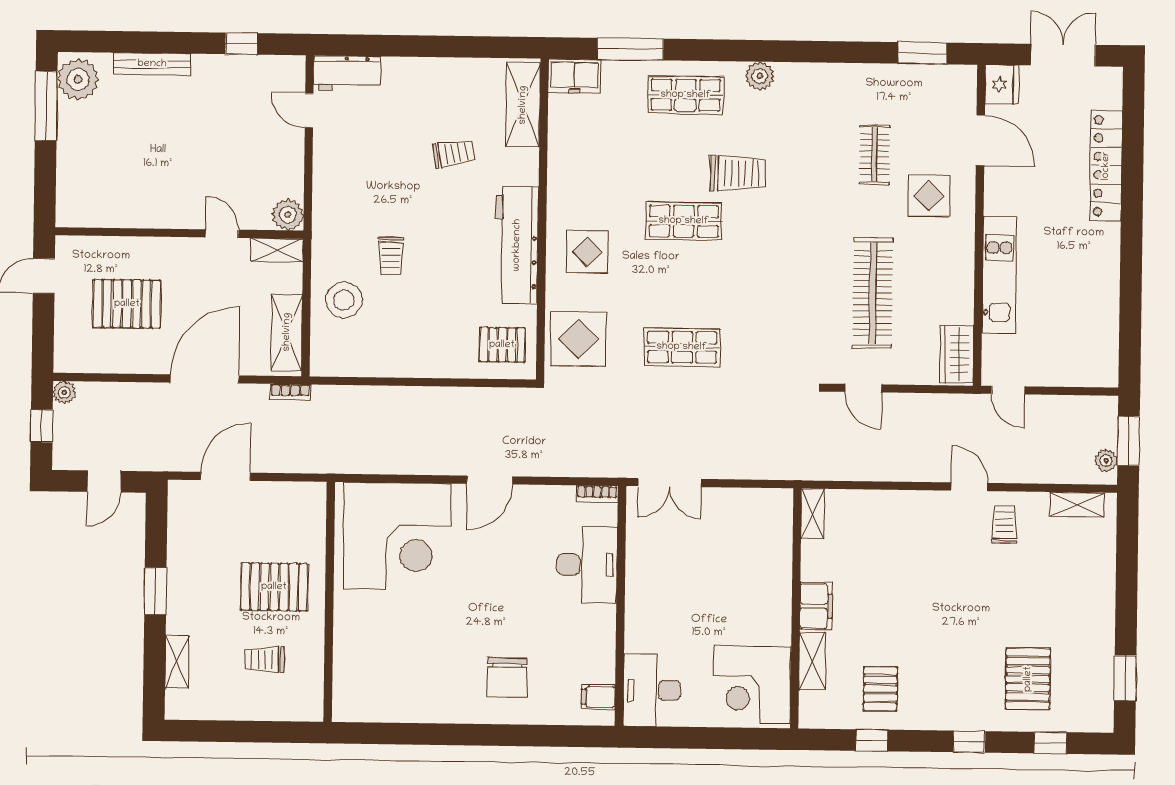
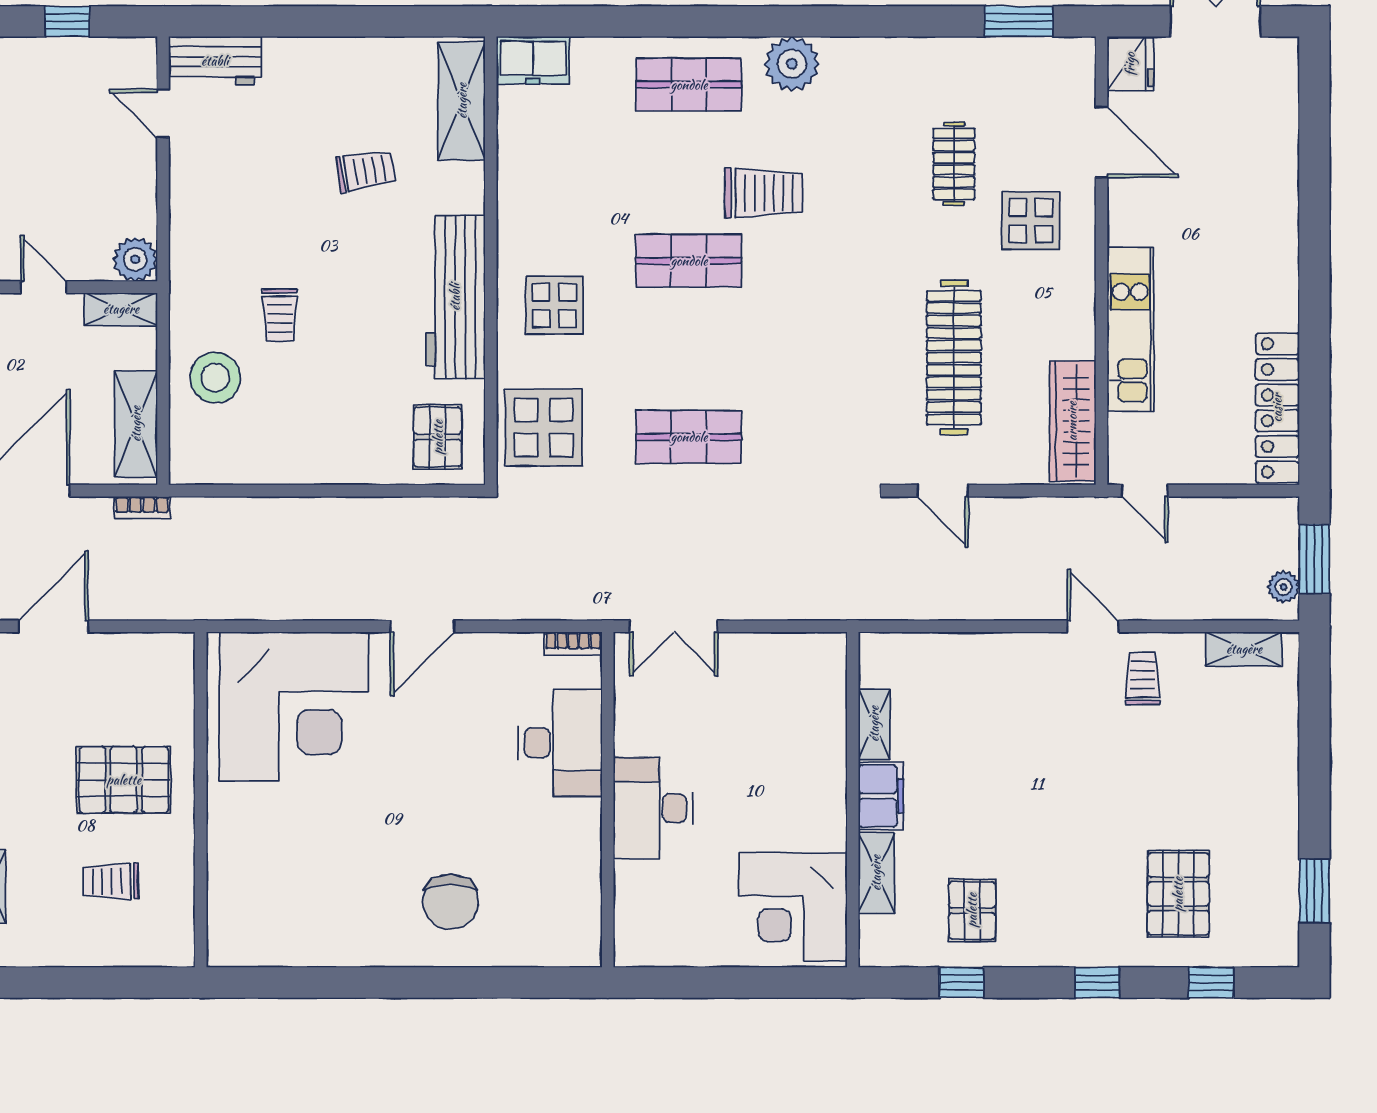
window: (630, 49) -> (610, 21), removed
plant: (760, 76) -> (792, 64), width x1.36, depth x1.36
locker: (1106, 166) -> (1277, 408), moved
pallet: (502, 345) -> (438, 437), turned 90
wardrobe: (957, 354) -> (1072, 421), width x1.50
shelving: (813, 514) -> (874, 724), moved
desk: (652, 690) -> (653, 808), moved
filing cabinet: (598, 697) -> (579, 927), removed

